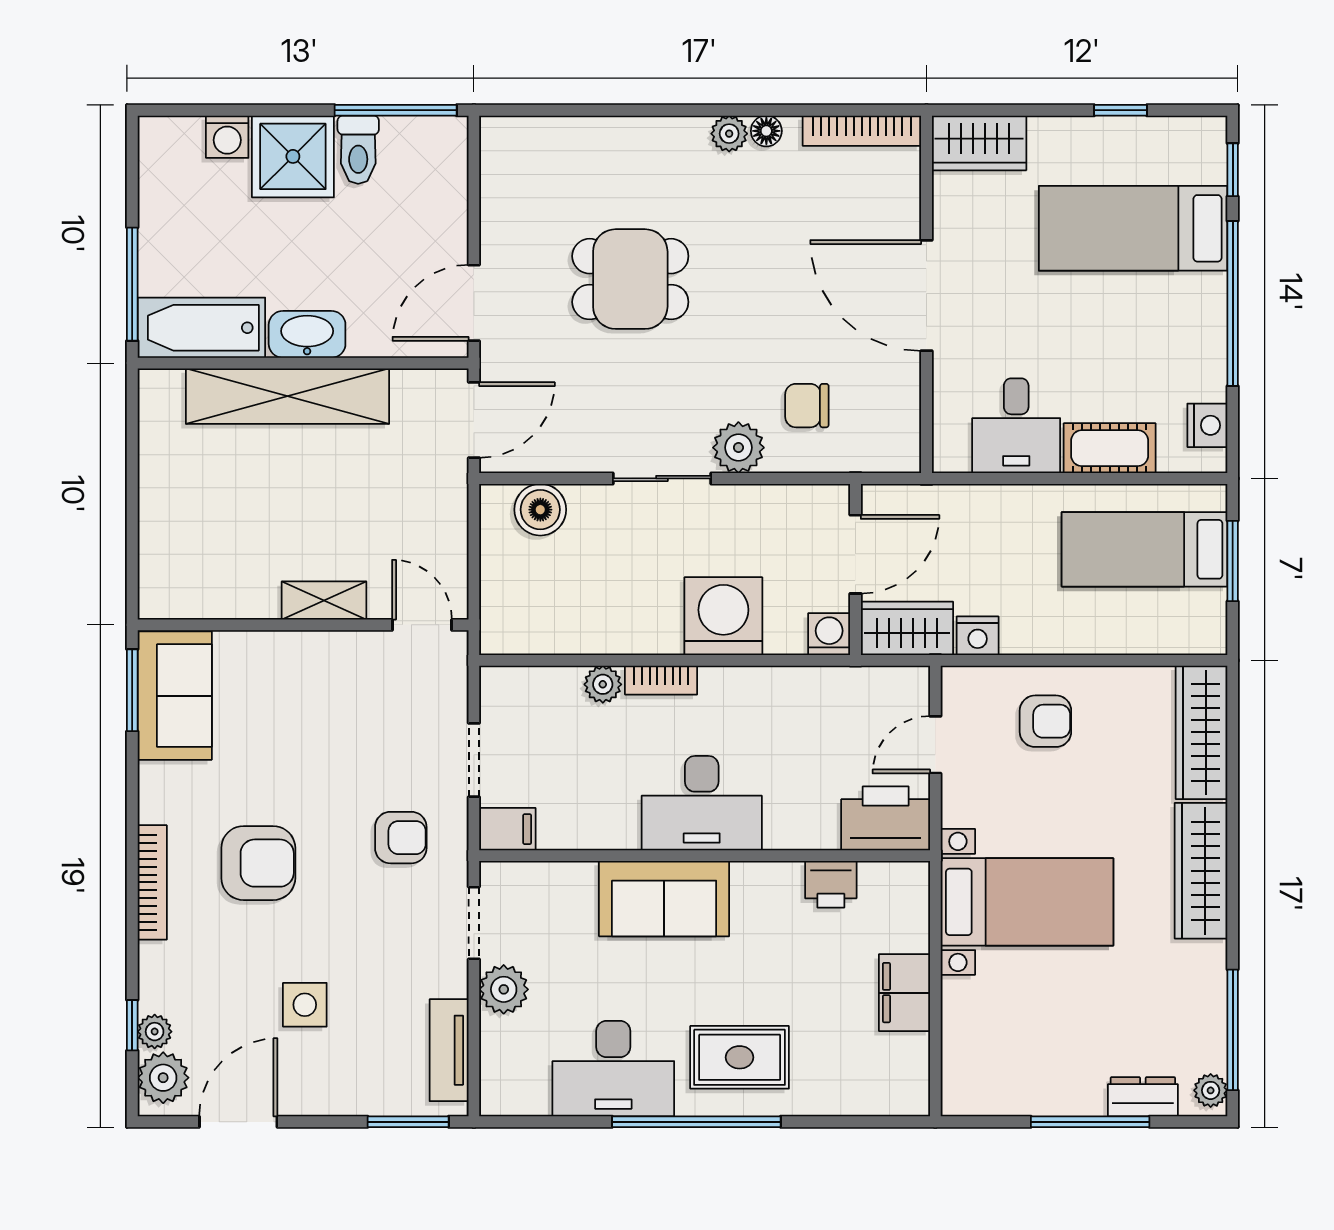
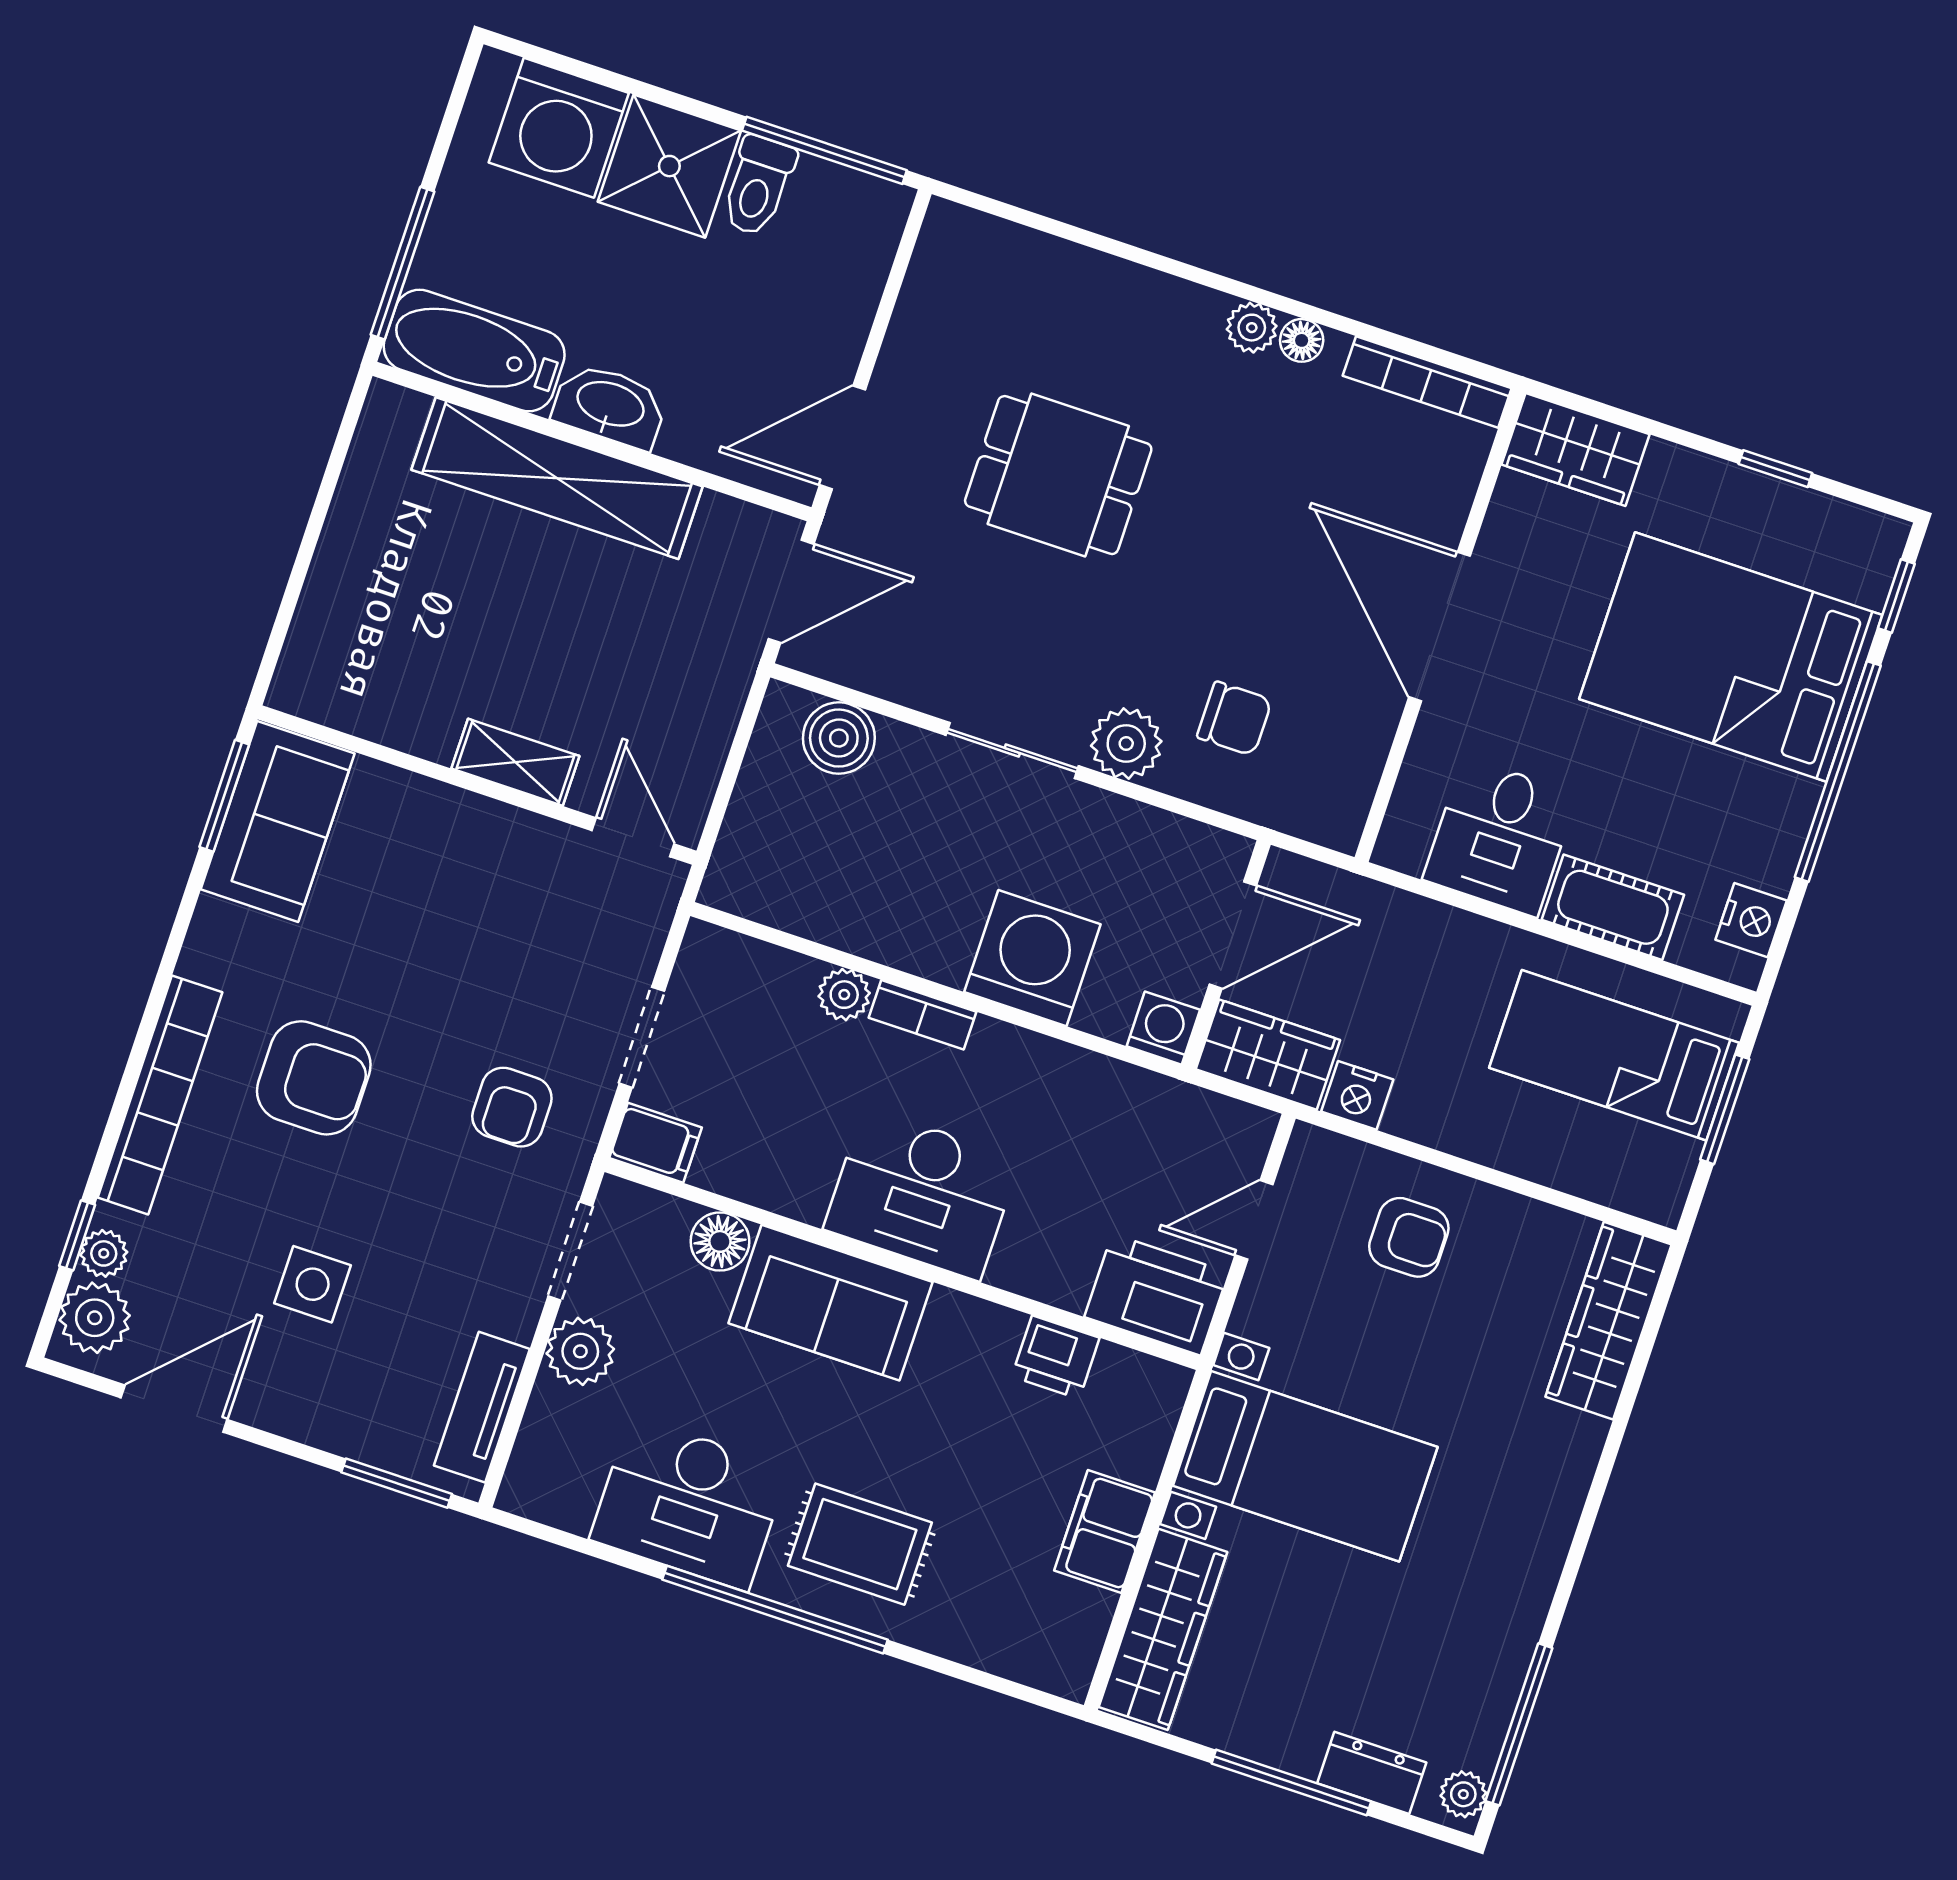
washing machine: (227, 137) -> (559, 128), width x1.89, depth x1.89
bed: (1133, 228) -> (1731, 657), width x1.50
chair: (807, 406) -> (1234, 719), turned 180
armchair: (401, 838) -> (512, 1107), turned 90
wardrobe: (1201, 871) -> (1163, 1629), moved, turned 180
bookcase: (152, 882) -> (160, 1095), width x1.48, depth x1.31
floor lamp: (574, 882) -> (720, 1241), added

